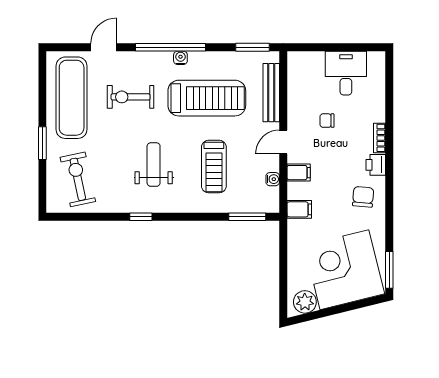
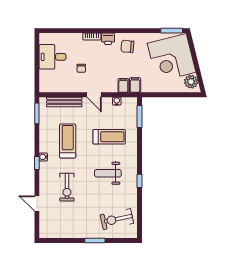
window: (170, 47) -> (37, 163), width x0.32
exercise mat: (72, 98) -> (67, 223), removed
treadmill: (207, 98) -> (68, 141), width x0.73, depth x0.73
filing cabinet: (299, 173) -> (123, 85), moved

